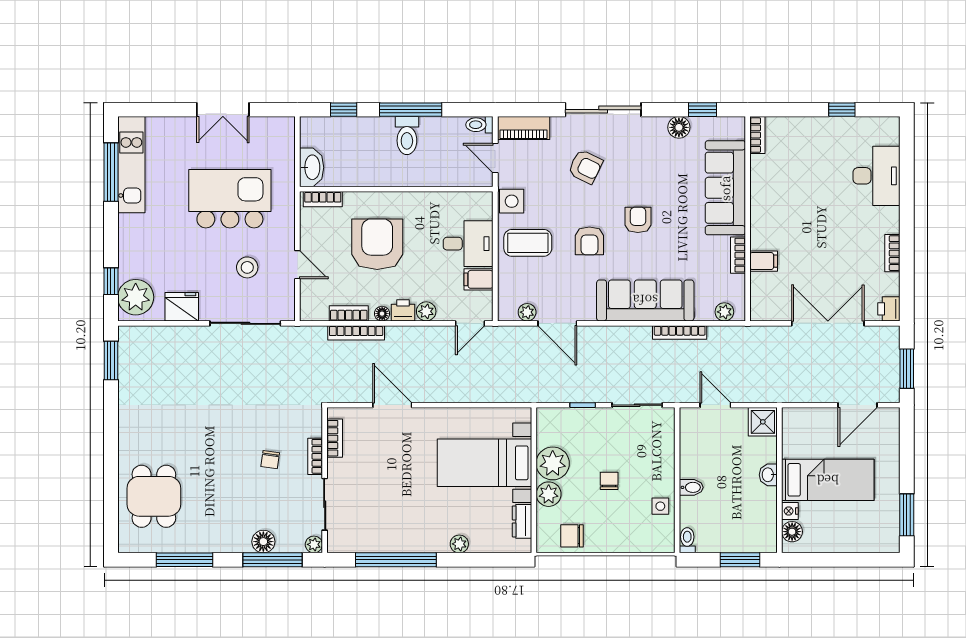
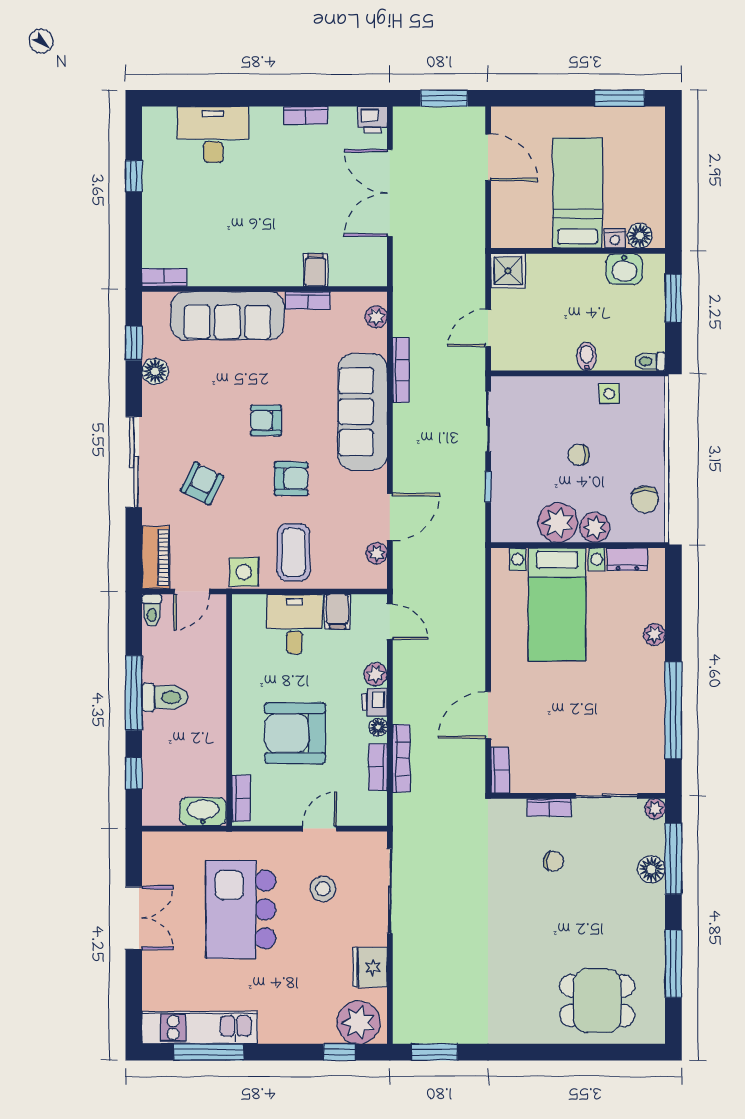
bookcase: (335, 438) -> (500, 770), moved, turned 90
washbasin: (768, 475) -> (624, 269), moved, width x1.38, depth x1.45

